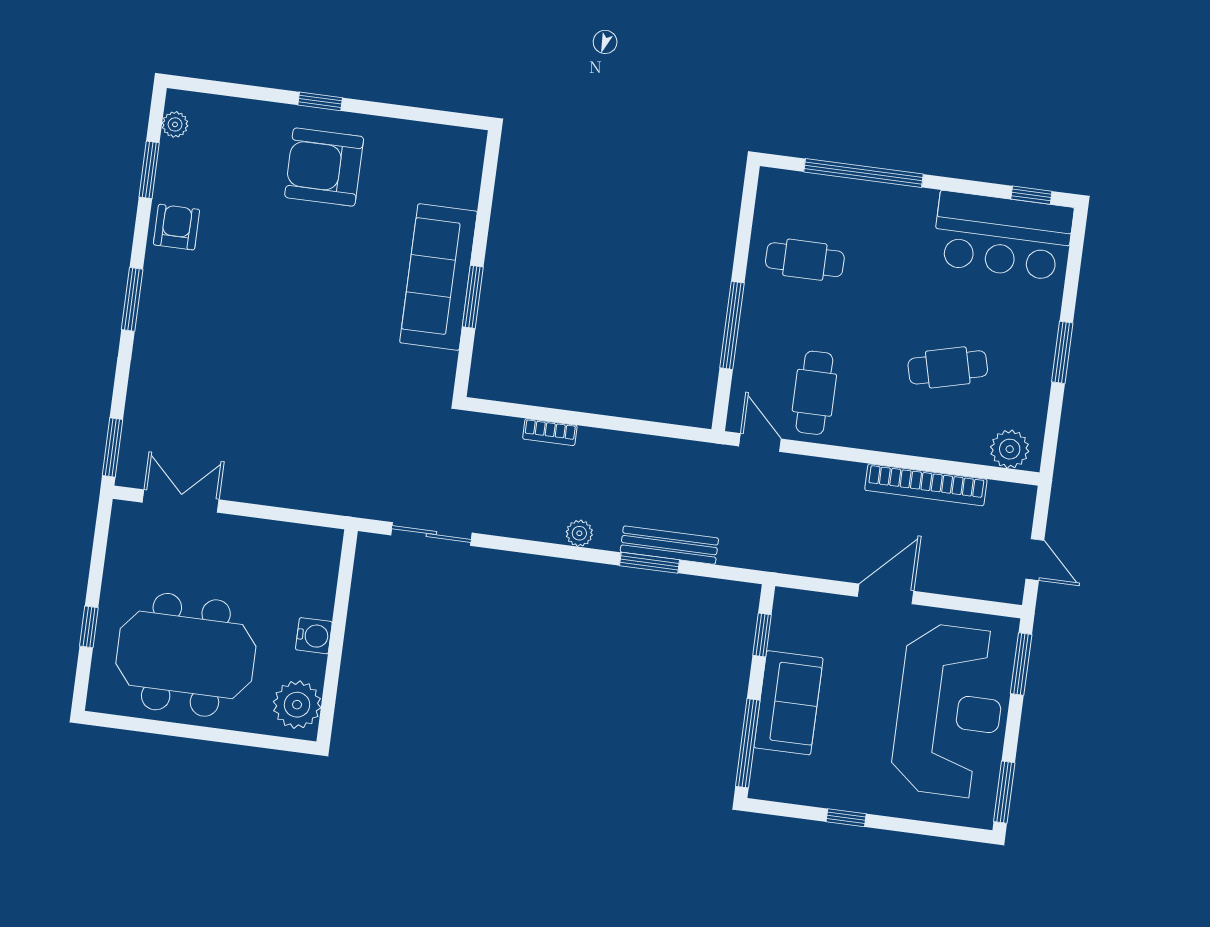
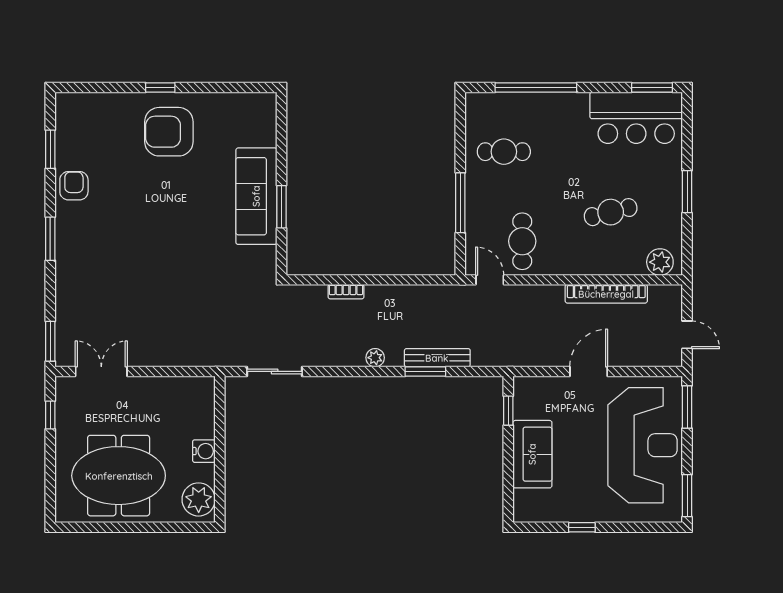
plant: (175, 124) -> (64, 116), removed
window: (1031, 195) -> (652, 87), width x1.50
window: (89, 627) -> (50, 415), moved
window: (748, 743) -> (508, 485), removed

